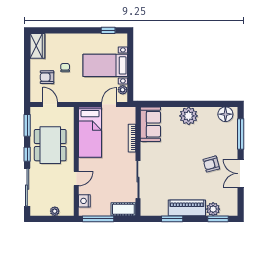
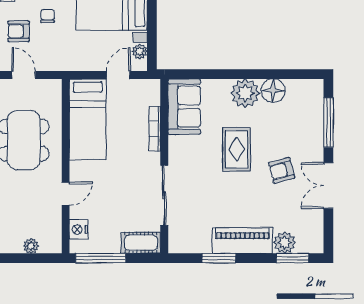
floor lamp: (225, 114) -> (273, 91), moved
rug: (183, 151) -> (237, 149), added

